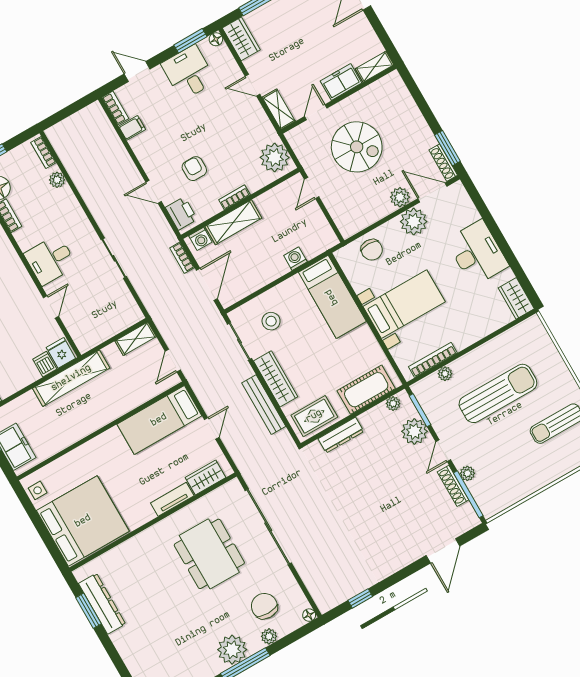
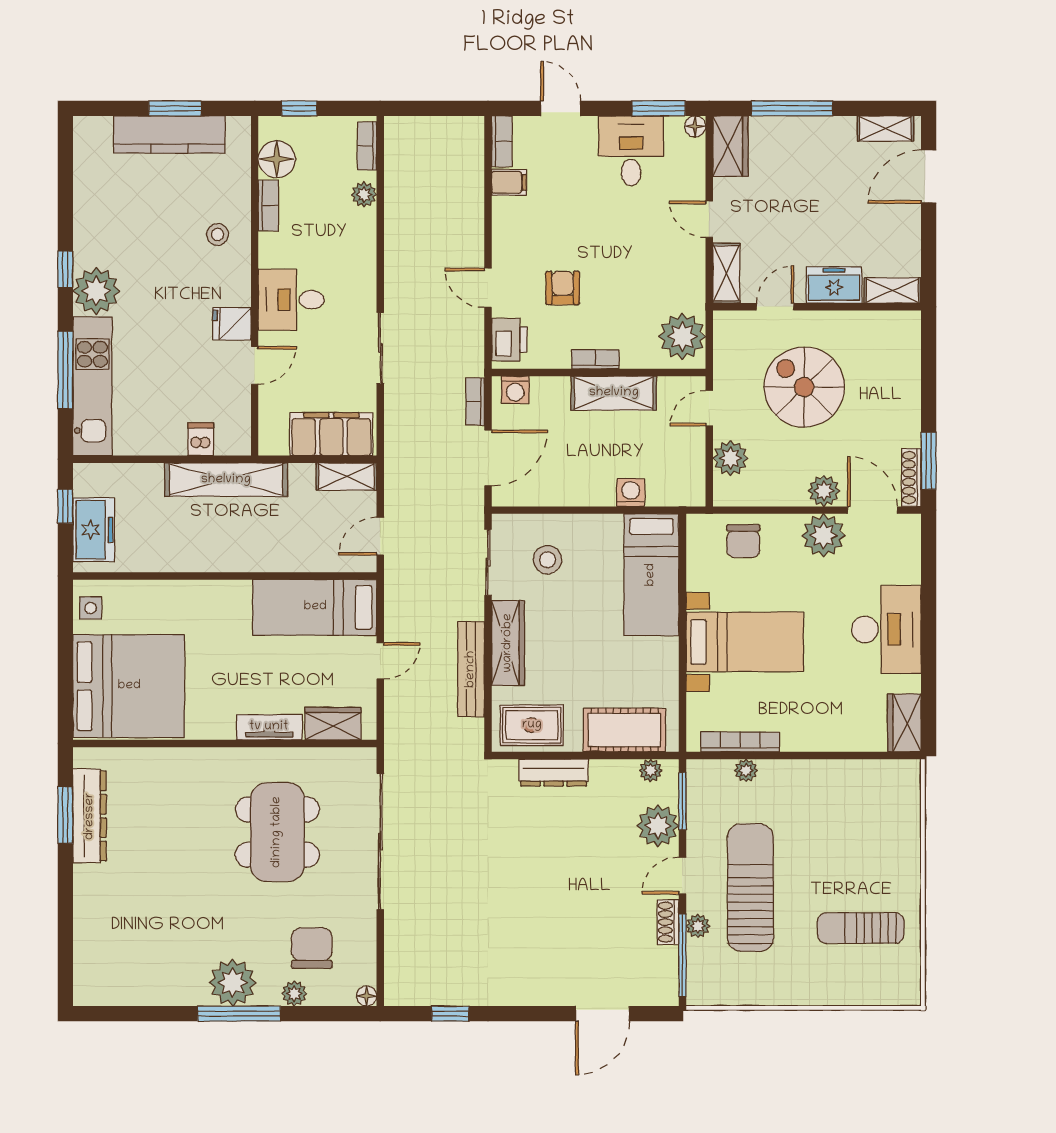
spiral stairs: (357, 147) -> (804, 387), turned 180
plant: (339, 209) -> (731, 458), added
shelving: (233, 222) -> (614, 393), moved
filing cabinet: (114, 320) -> (331, 434), added
fridge: (61, 353) -> (232, 324), moved, turned -90
sun lounger: (498, 393) -> (750, 888), moved, turned -90
shoe rack: (453, 486) -> (668, 922), width x0.70

